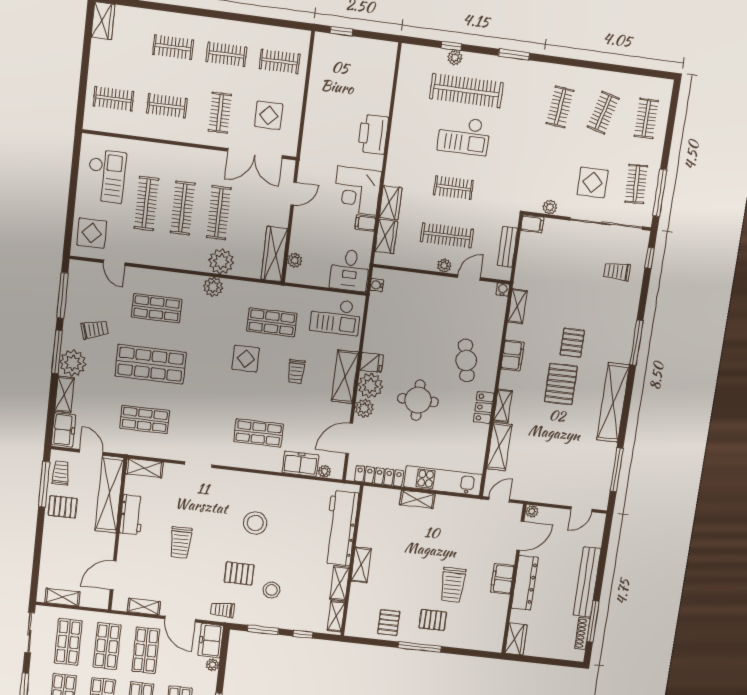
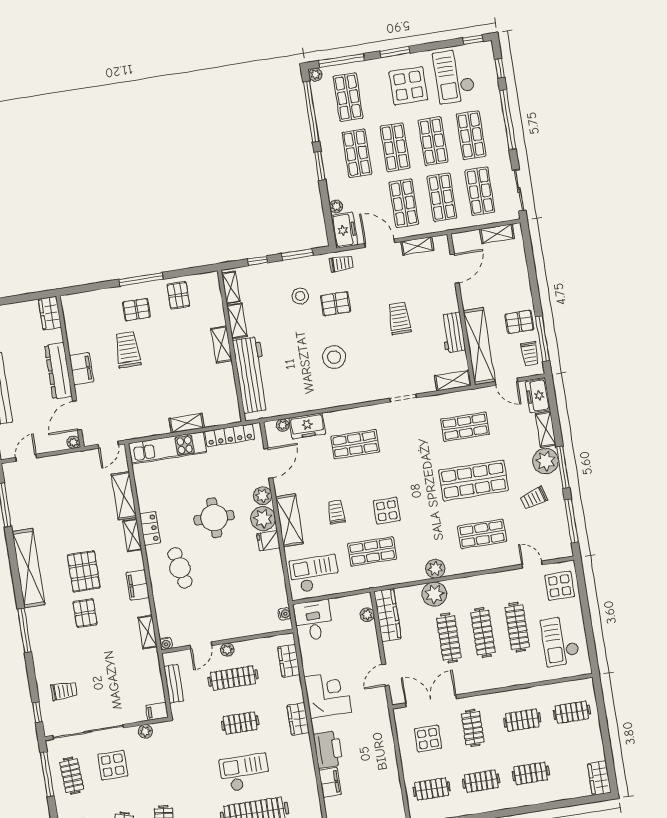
wardrobe: (391, 203) -> (298, 719), moved
filing cabinet: (365, 223) -> (330, 782), moved, width x2.00

